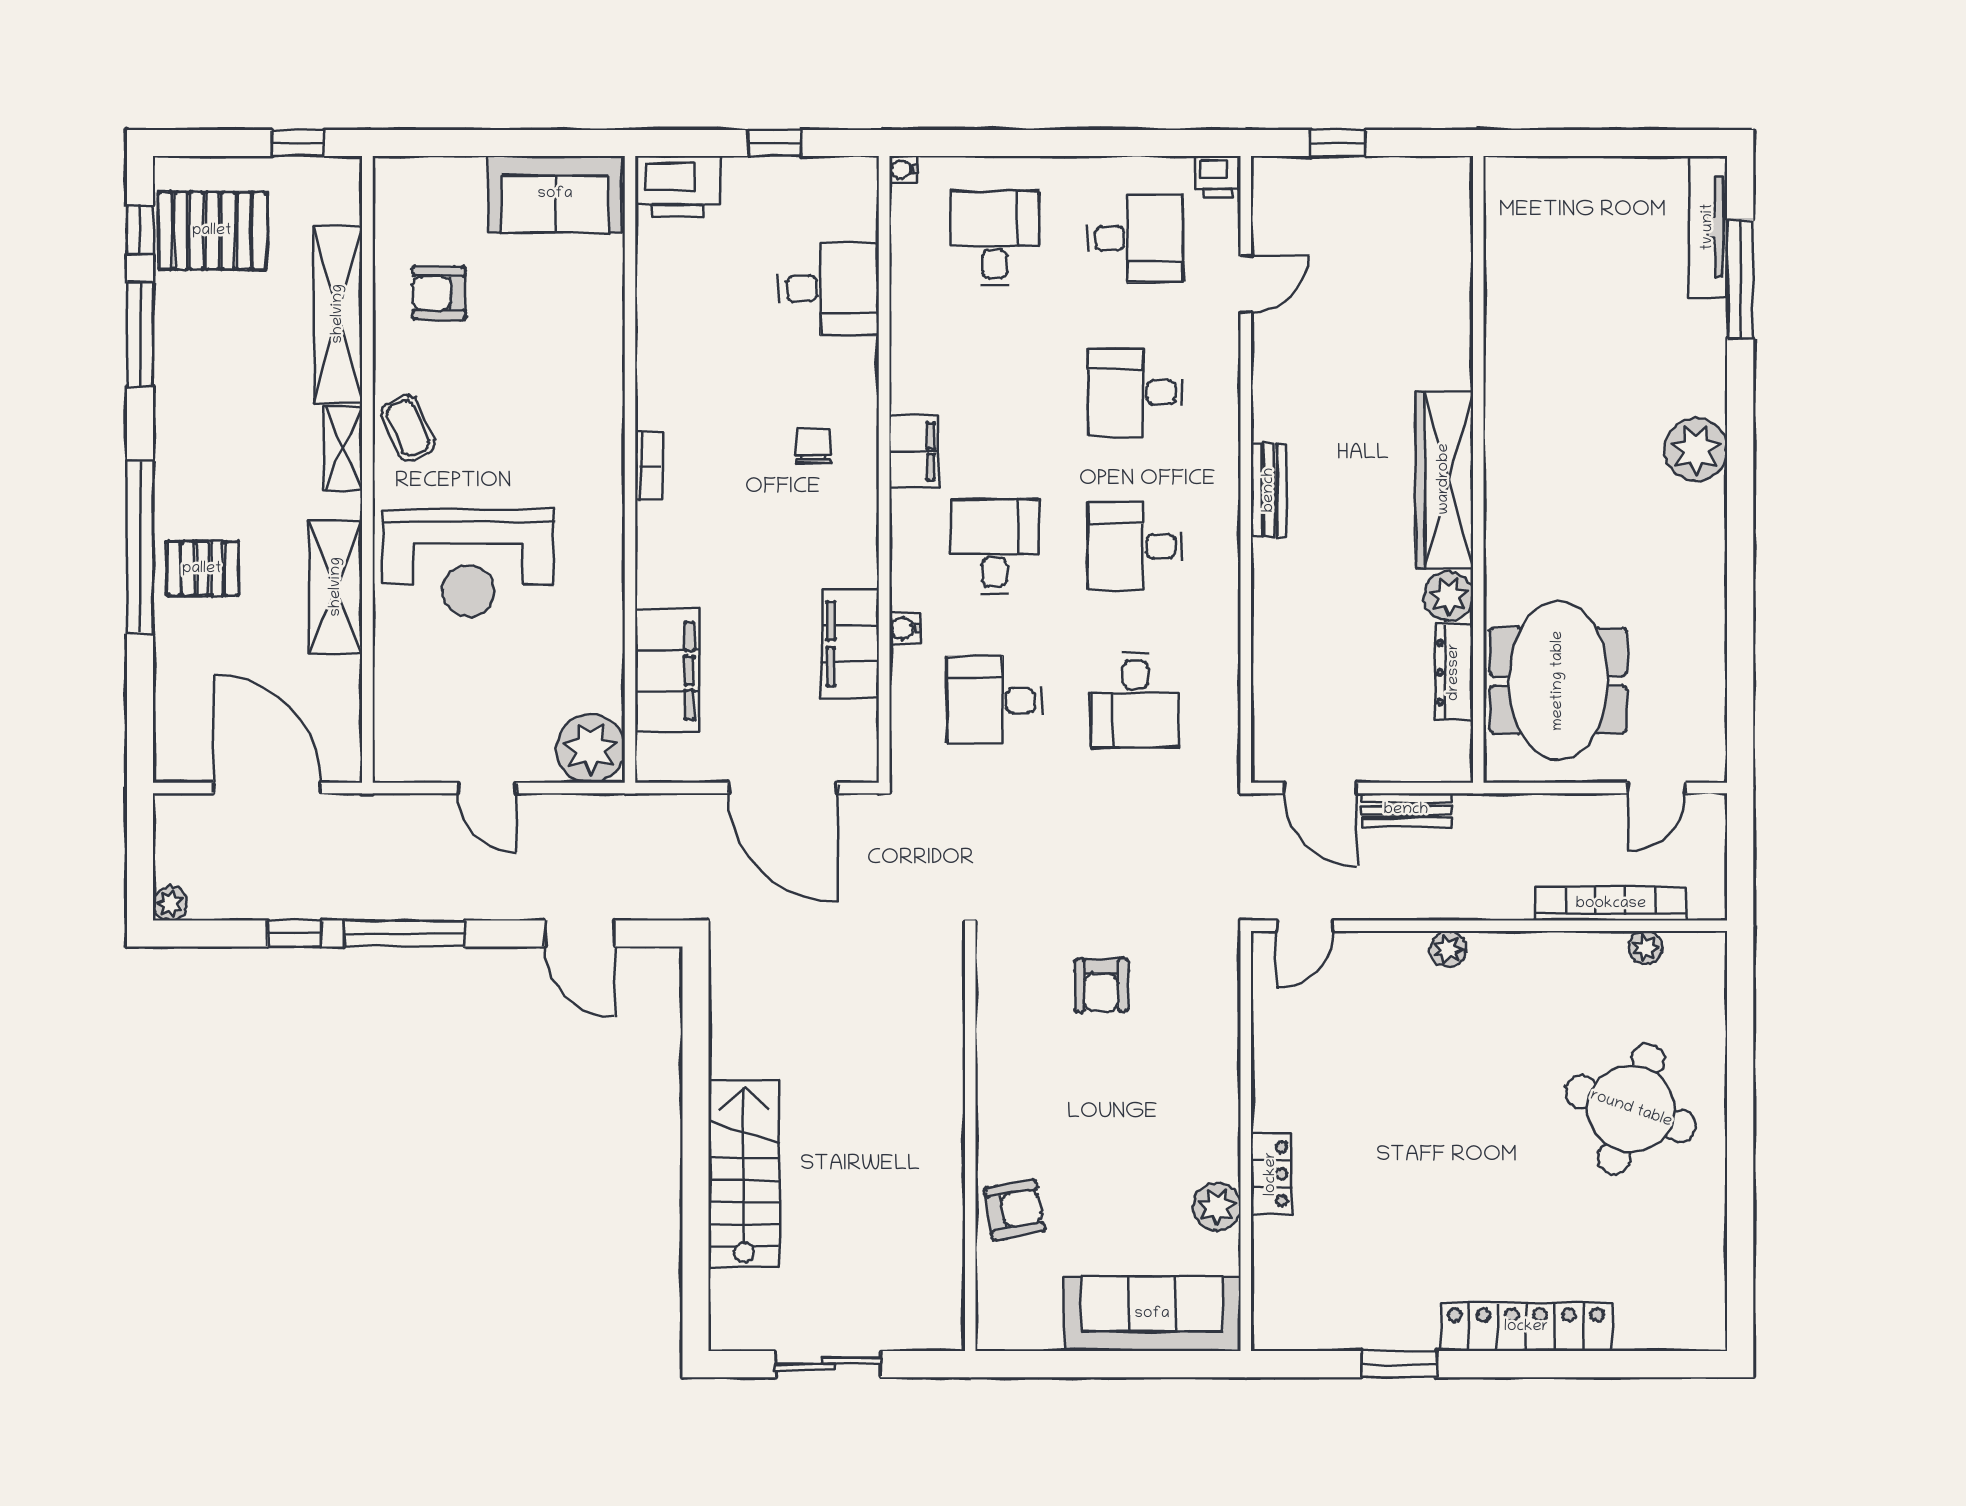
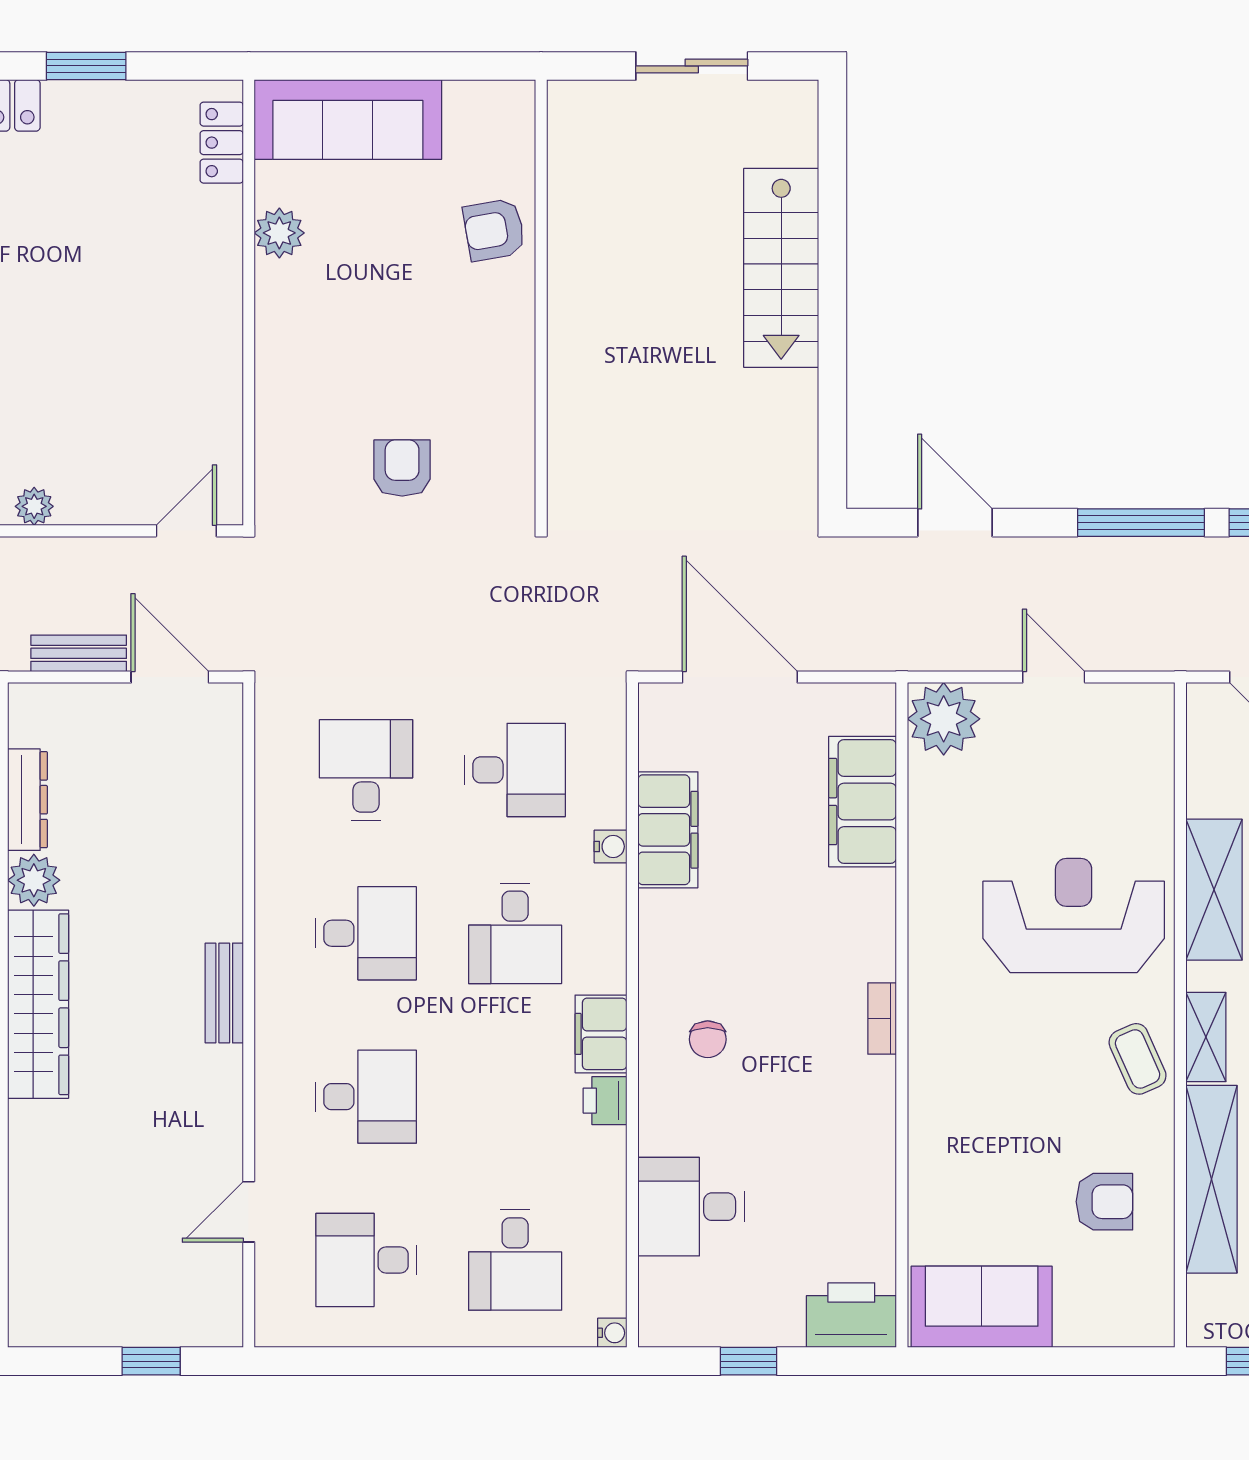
printer: (1218, 176) -> (605, 1101), moved, turned -90
locker: (1271, 1174) -> (222, 143), moved

